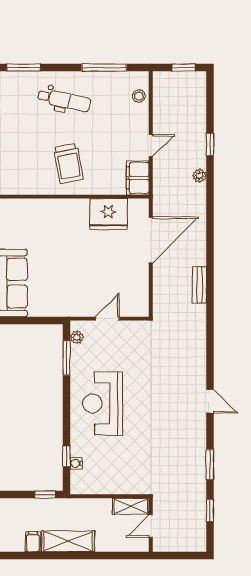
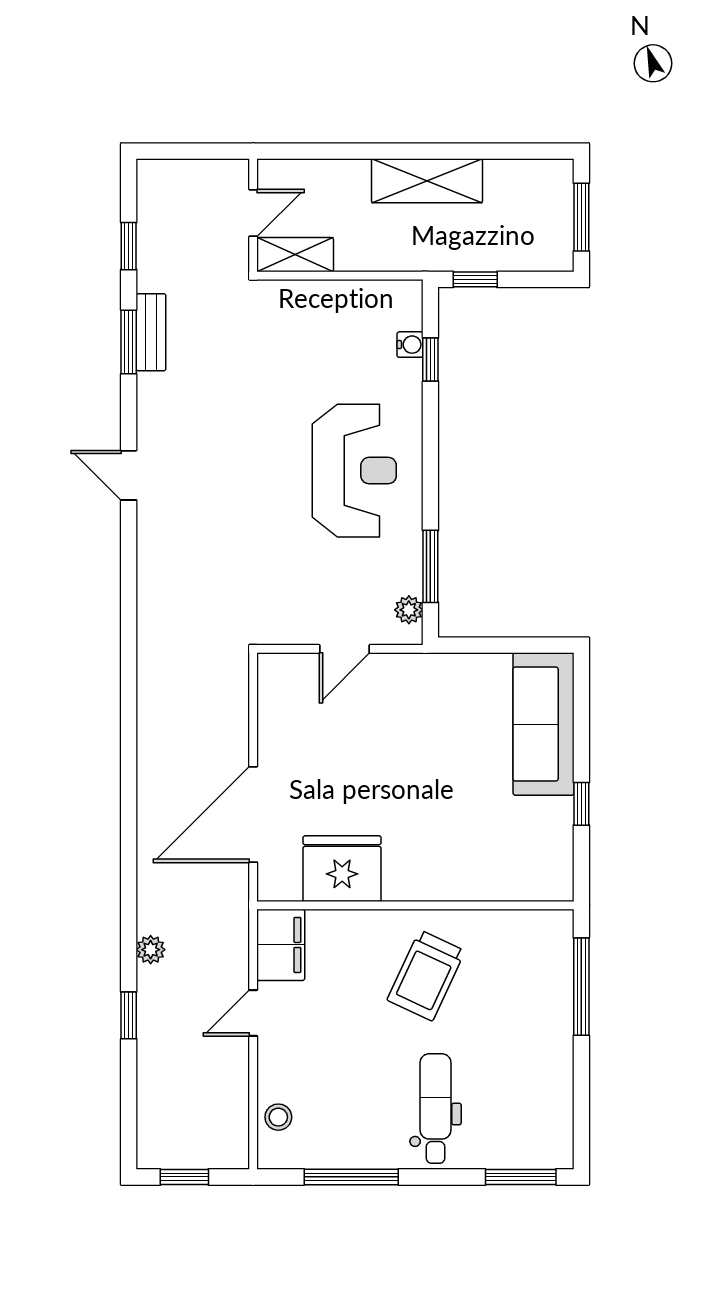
dental chair: (64, 100) -> (436, 1108), turned 78
trolley: (69, 163) -> (426, 975), turned -144
bench: (199, 285) -> (151, 332), moved
filing cabinet: (33, 542) -> (501, 180), removed

